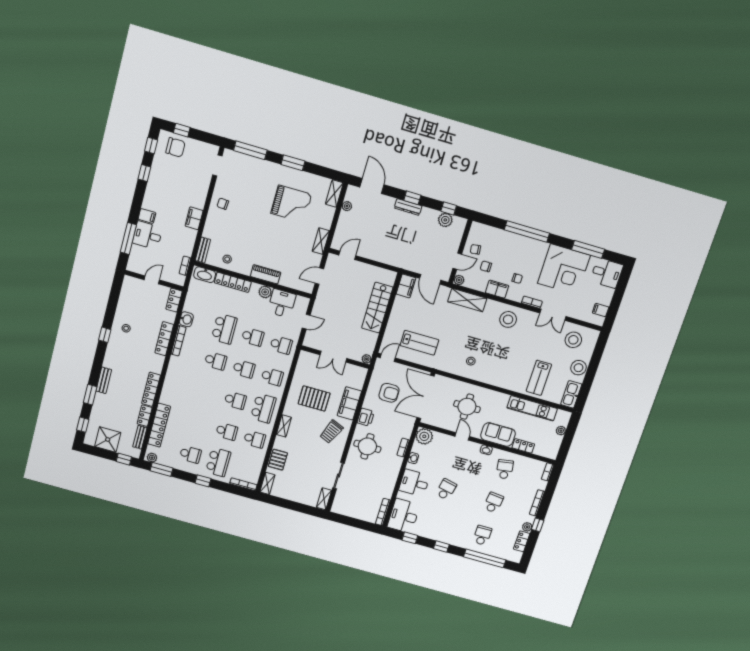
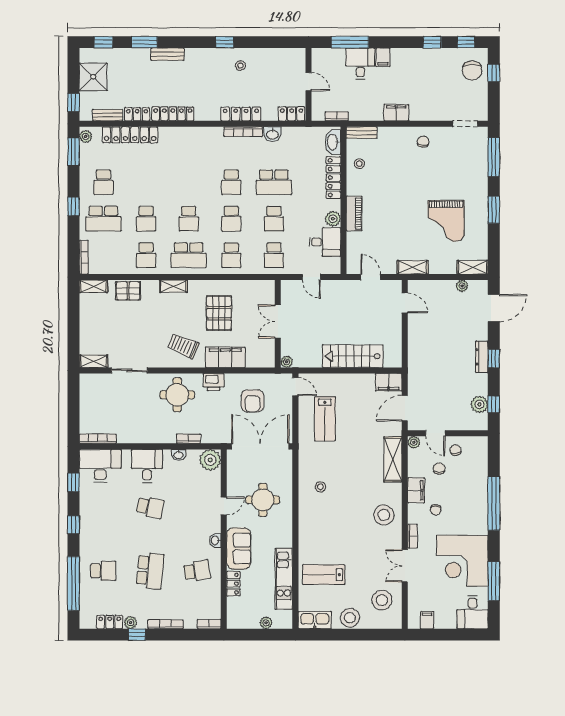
school desk: (493, 503) -> (150, 571), width x1.85

